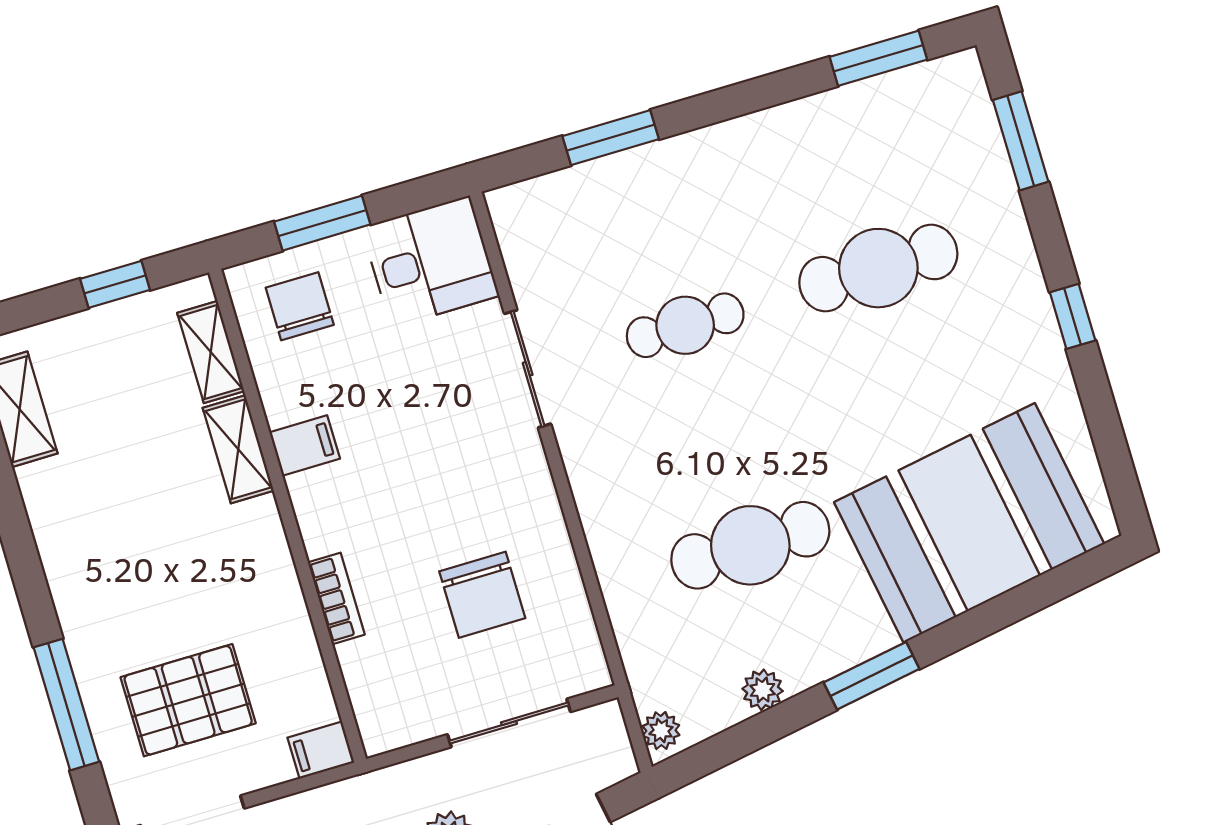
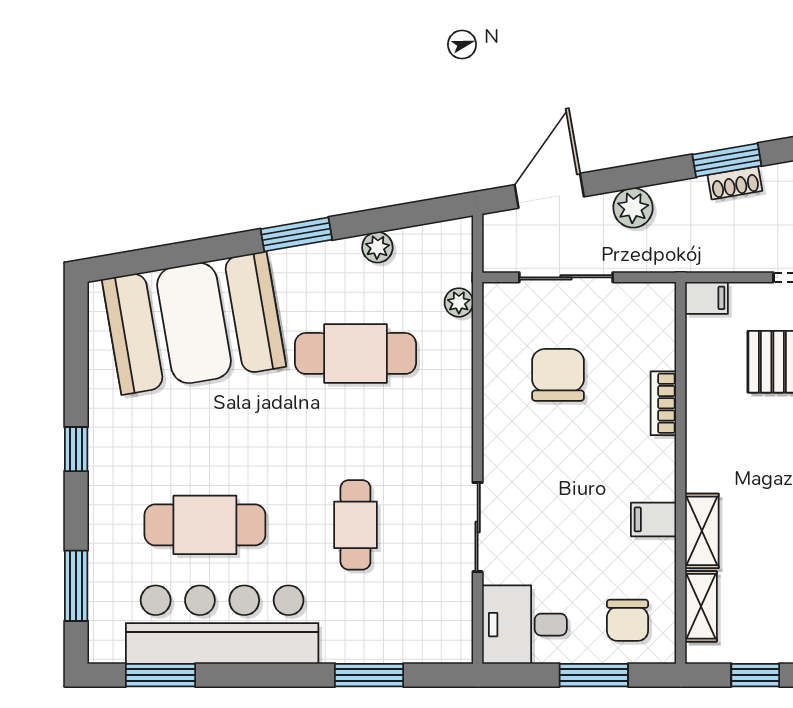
bar counter: (818, 147) -> (222, 625), added
cafe table: (685, 325) -> (355, 525), turned 90
plant: (661, 731) -> (459, 302), moved

